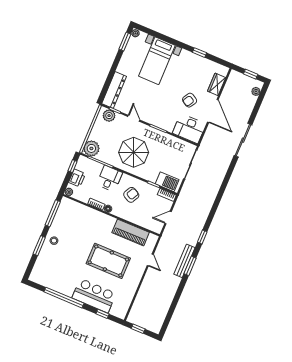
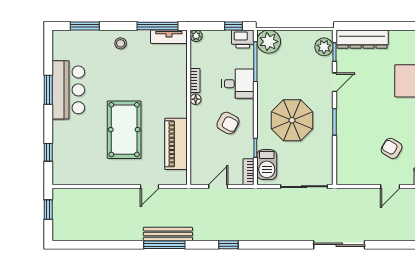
door: (213, 111) -> (390, 187), width x0.53
desk: (189, 129) -> (352, 164), removed
sliding door: (243, 140) -> (339, 245), moved
parasol: (134, 152) -> (292, 120), moved
printer: (77, 178) -> (243, 39), moved
tv unit: (62, 209) -> (169, 37), added
door: (168, 218) -> (218, 187), hinge flipped
window: (202, 237) -> (228, 245), moved
window: (39, 246) -> (85, 26), moved
window: (190, 266) -> (164, 245), width x1.44
bar counter: (94, 296) -> (68, 90), moved
window: (64, 298) -> (48, 90), width x0.47

